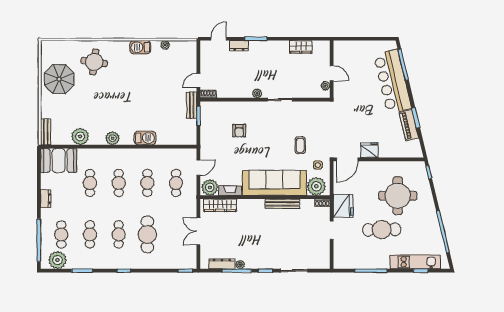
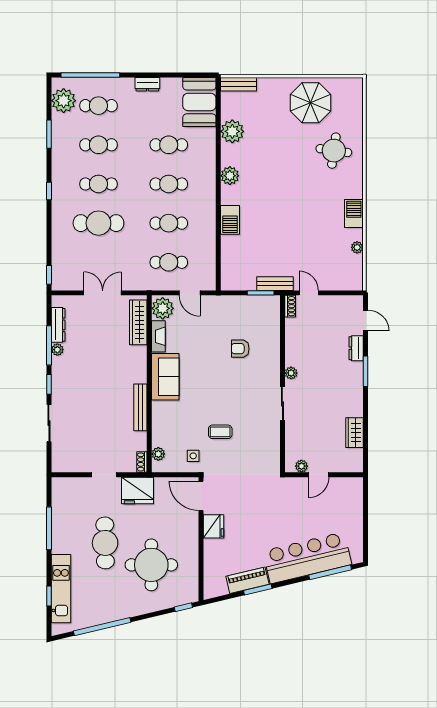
sofa: (275, 183) -> (165, 377), width x0.54, depth x0.79
plant: (316, 186) -> (158, 454), width x0.53, depth x0.53

